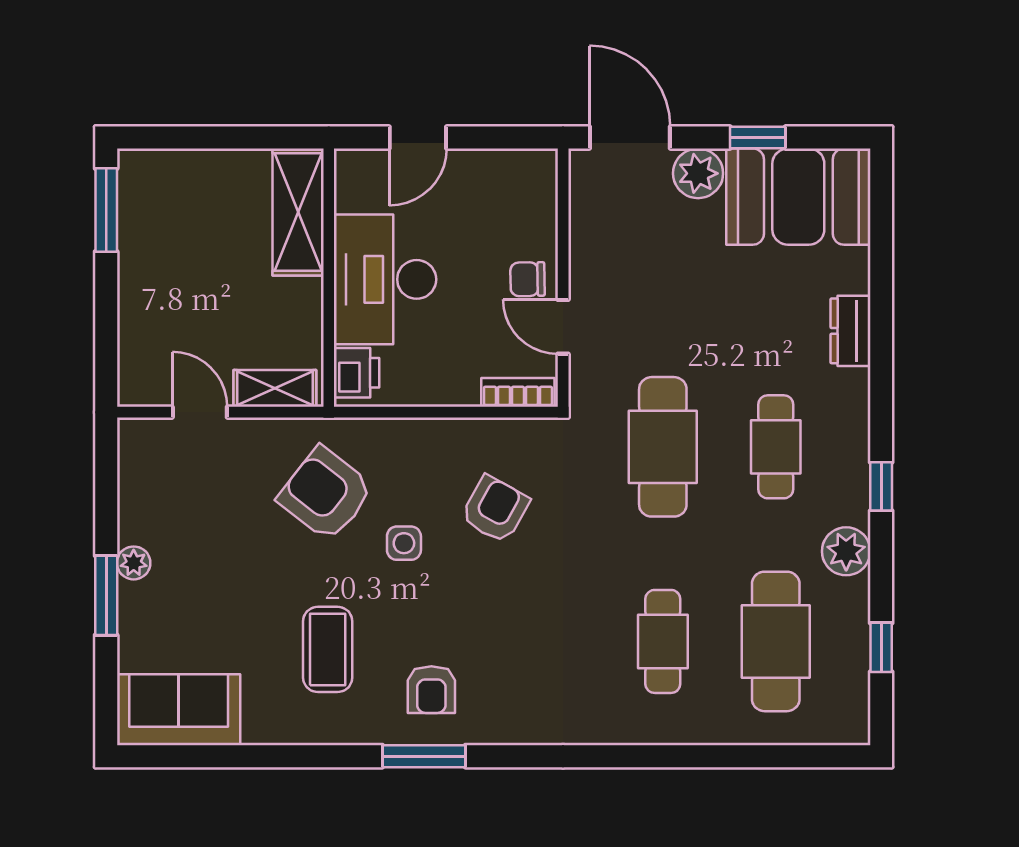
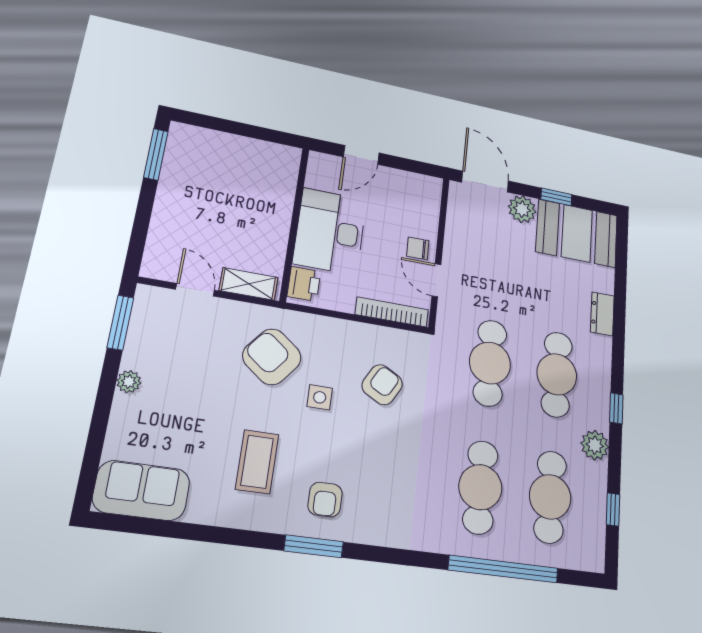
shelving: (298, 212) -> (281, 181), removed
bookcase: (518, 392) -> (392, 312), width x1.56
cafe table: (776, 447) -> (557, 374), width x1.37, depth x1.35
window: (106, 595) -> (120, 323), moved
cafe table: (663, 641) -> (480, 487), width x1.37, depth x1.35
window: (708, 756) -> (504, 569), added

